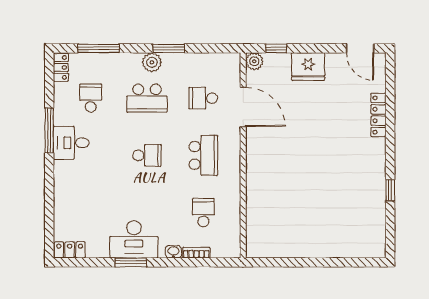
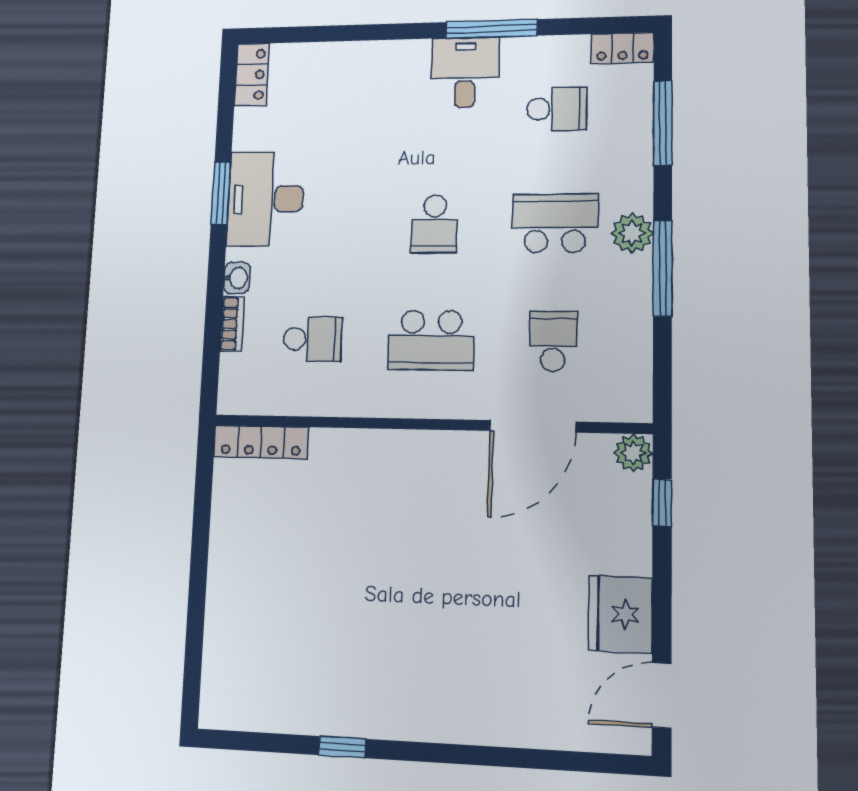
window: (169, 48) -> (663, 268), width x1.44
fridge: (308, 67) -> (620, 614), moved
school desk: (147, 98) -> (555, 223), turned 90
locker: (378, 115) -> (261, 442), moved, turned 180

